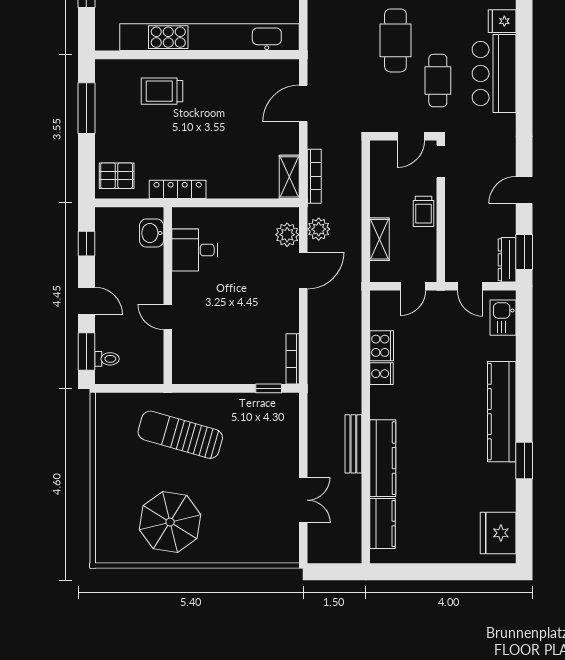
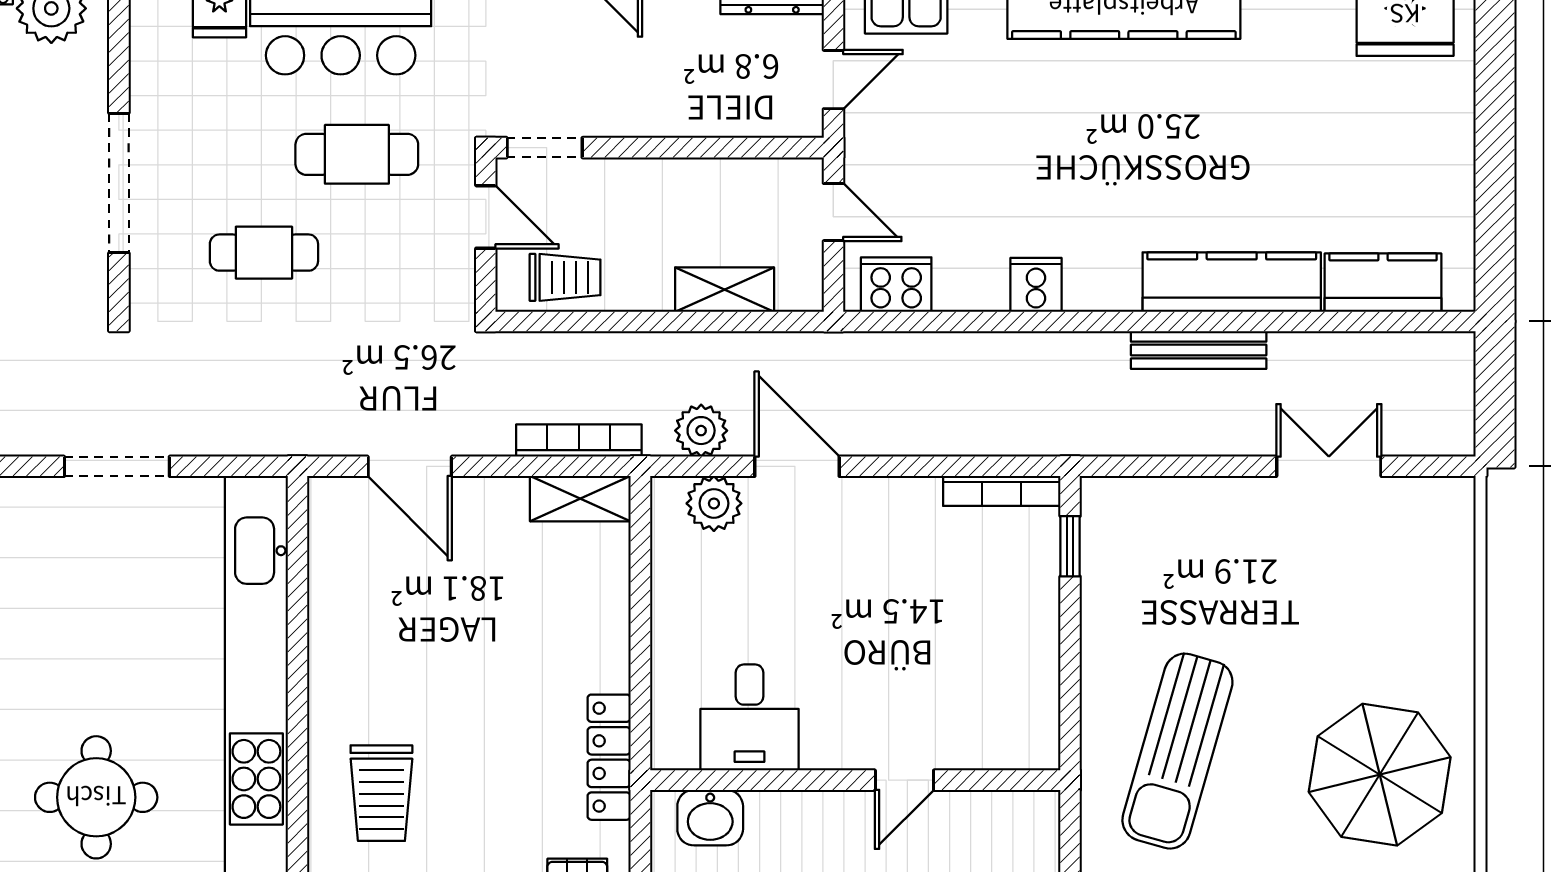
cafe table: (395, 40) -> (264, 253), width x0.73, depth x0.74
trolley: (424, 211) -> (565, 277), moved
cooker: (382, 346) -> (896, 285), moved

